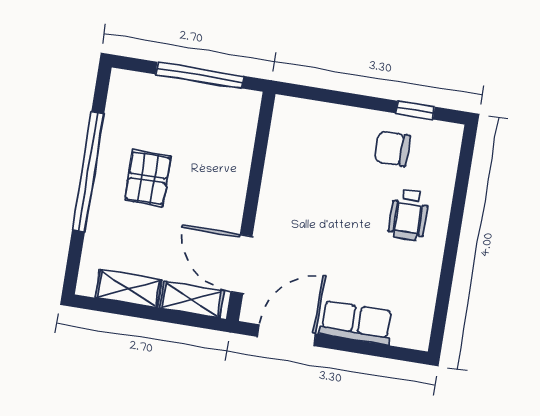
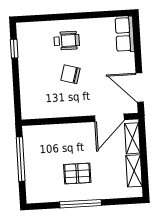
chair: (392, 149) -> (71, 74), moved, turned 106
window: (88, 172) -> (81, 204), width x0.68
row of seats: (356, 323) -> (125, 34), moved

